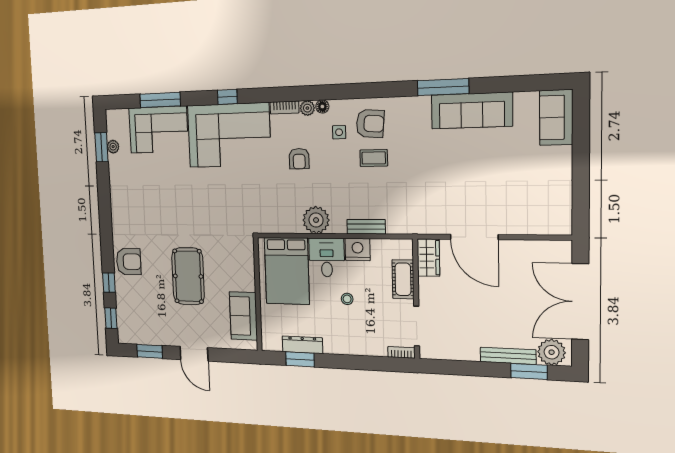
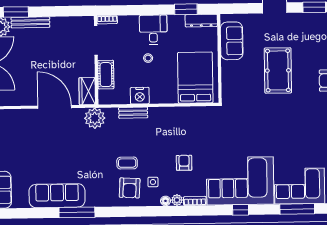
armchair: (370, 124) -> (130, 188), turned -92
plant: (316, 220) -> (95, 118), moved
desk: (327, 257) -> (153, 30), moved, turned 180
dresser: (302, 345) -> (201, 21), moved

